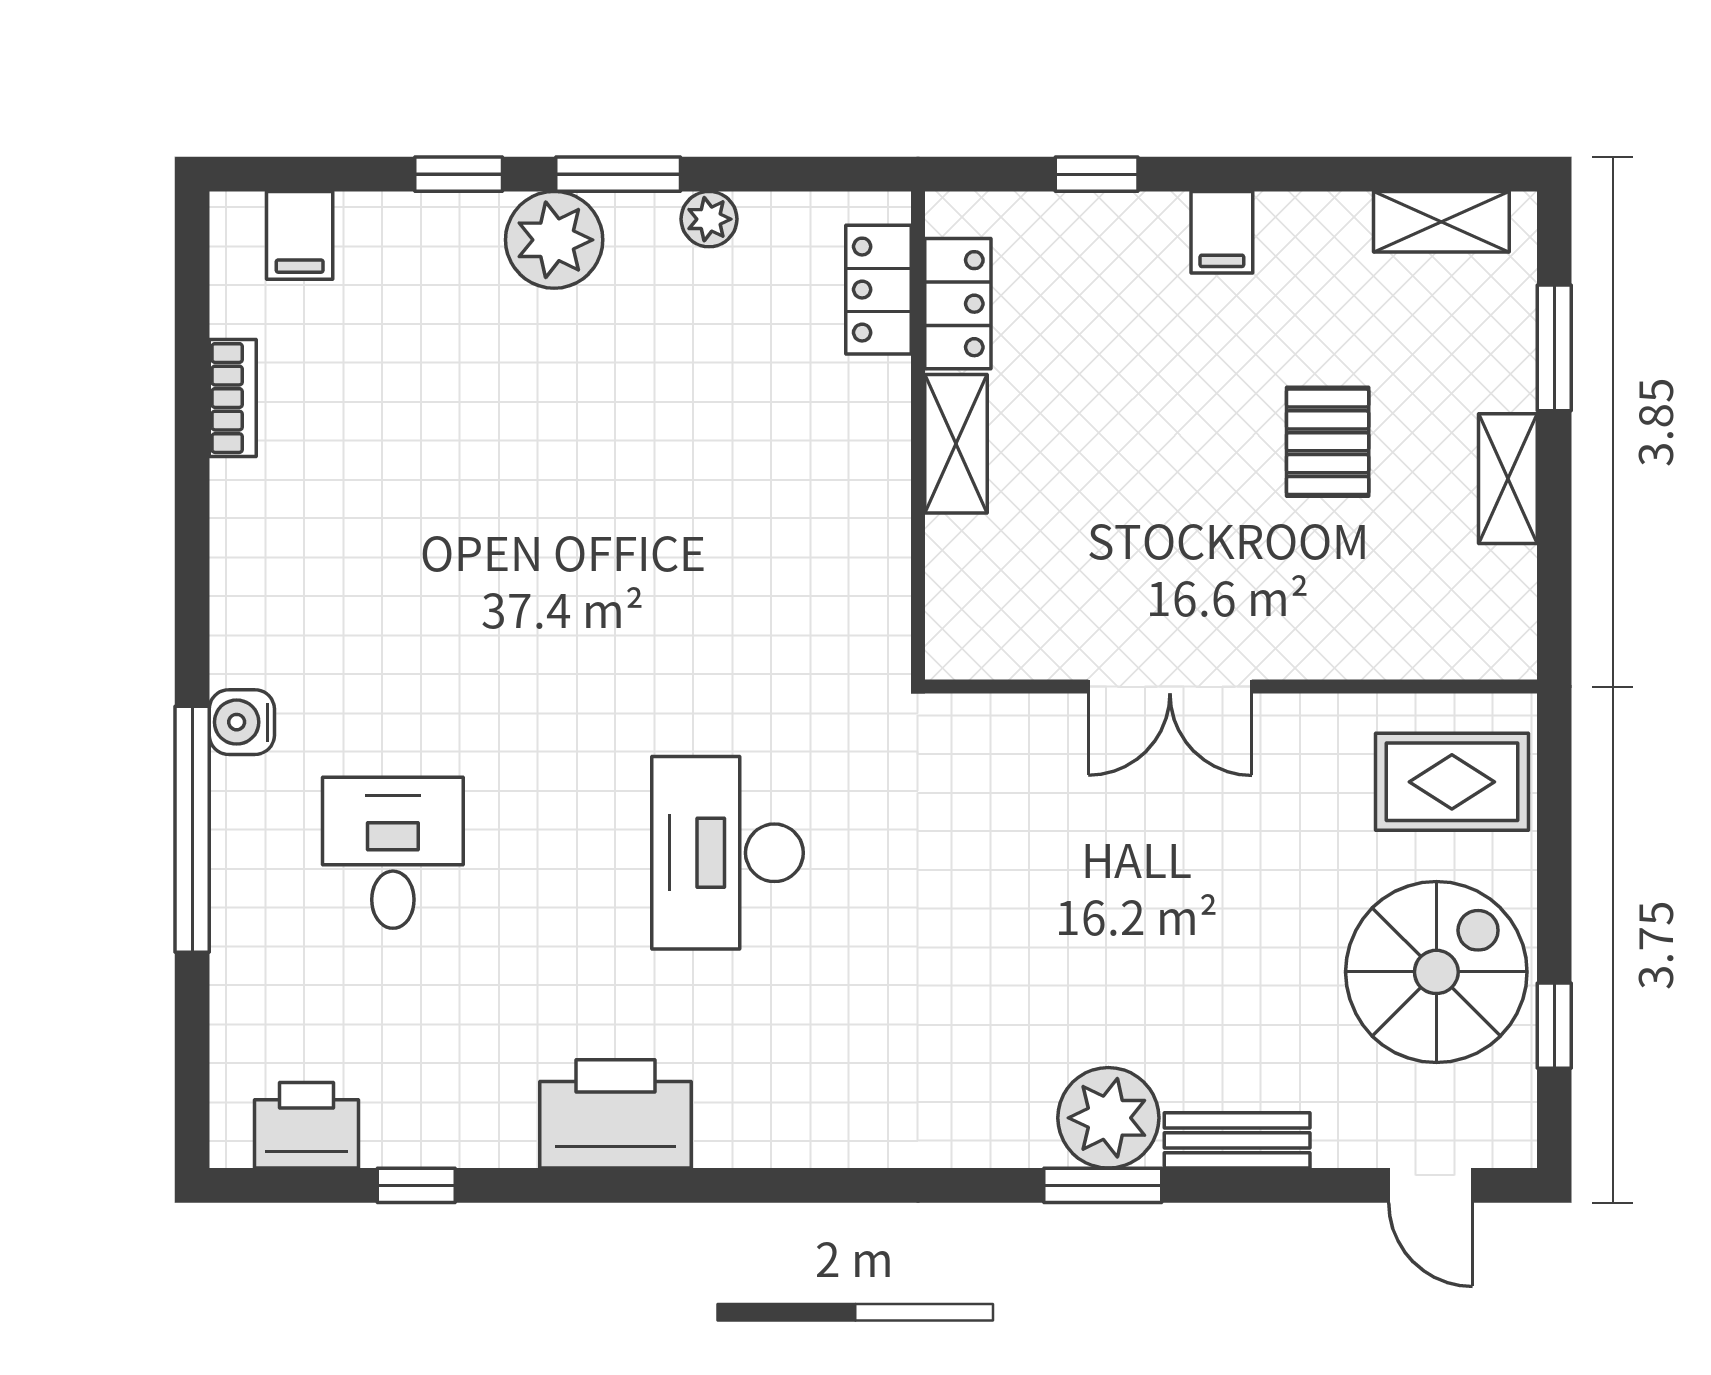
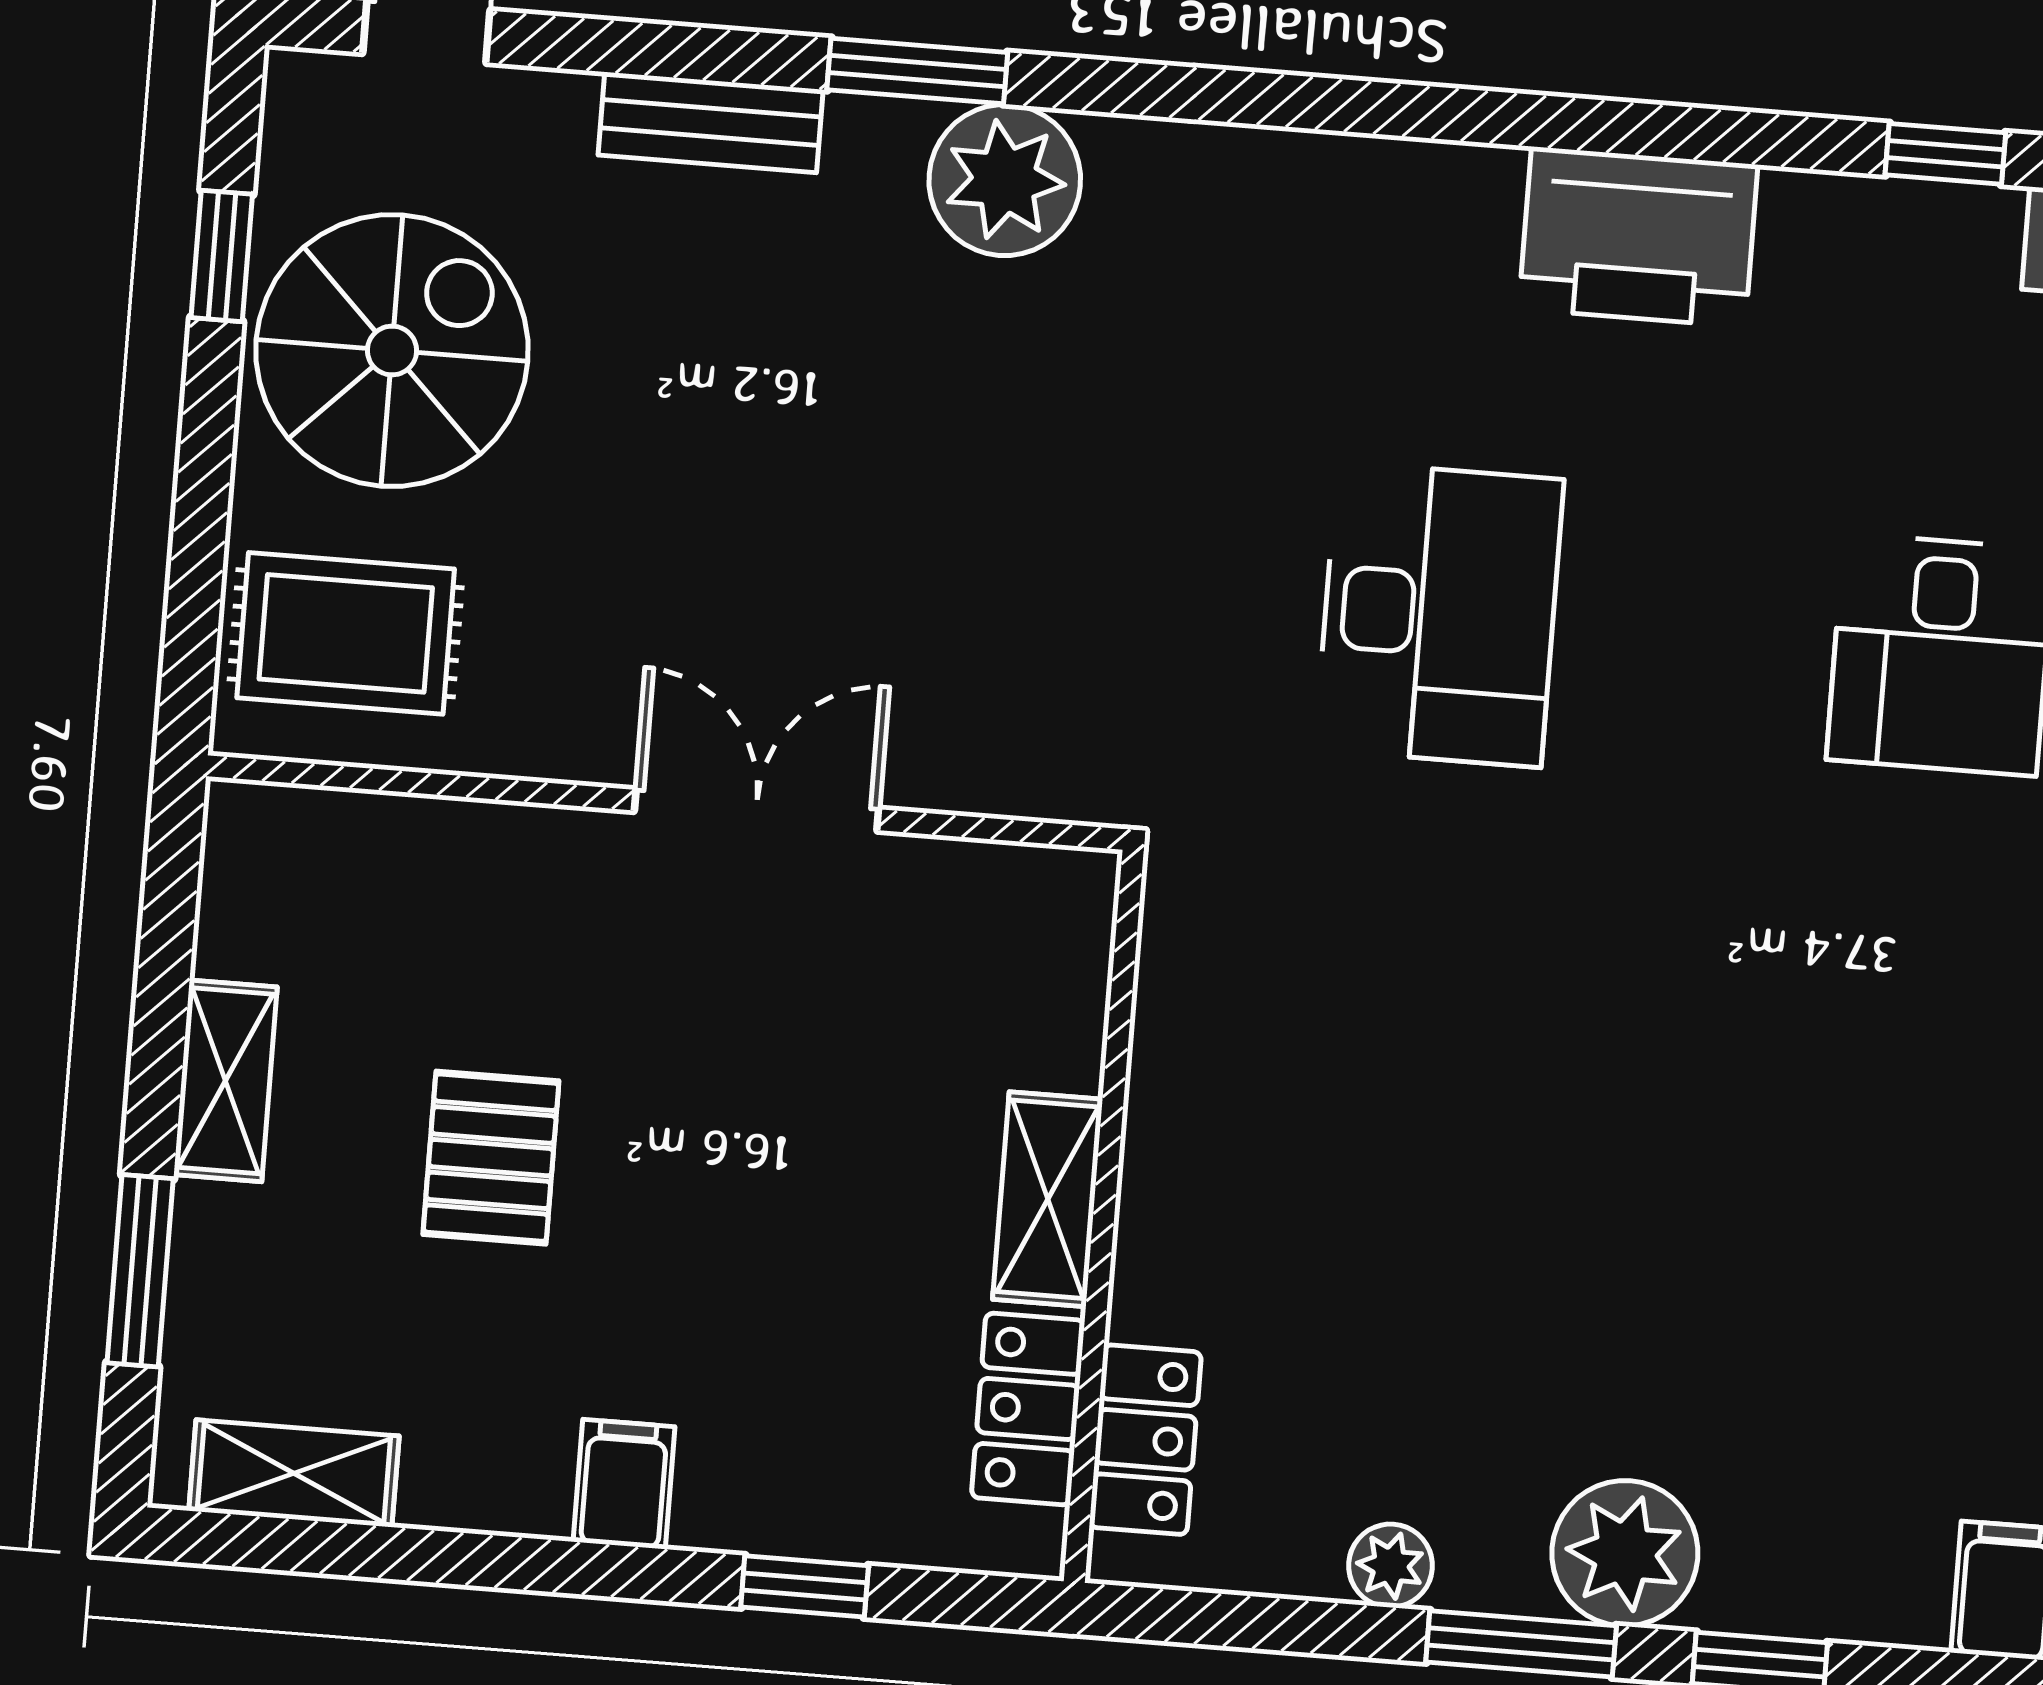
spiral stairs: (1436, 972) -> (392, 351), turned 180
plant: (1108, 1118) -> (1005, 180), moved

